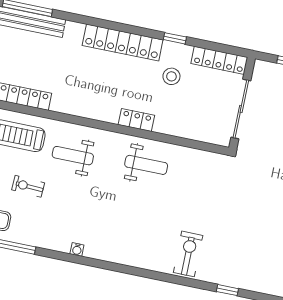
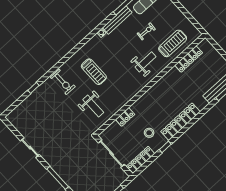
locker: (136, 120) -> (125, 117), moved
weight bench: (146, 165) -> (93, 106), moved, turned -90
treadmill: (141, 220) -> (94, 72), added
bench: (42, 240) -> (117, 20), added

